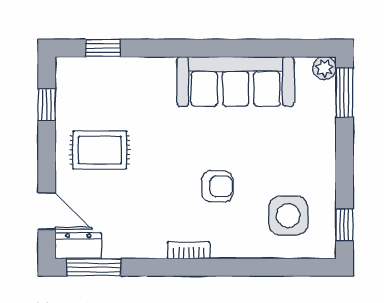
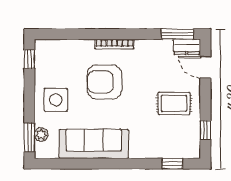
plant: (325, 68) -> (41, 134), moved
armchair: (217, 186) -> (105, 82), width x1.88, depth x1.88
side table: (288, 216) -> (56, 100), moved
bookcase: (189, 250) -> (114, 44), width x1.56

